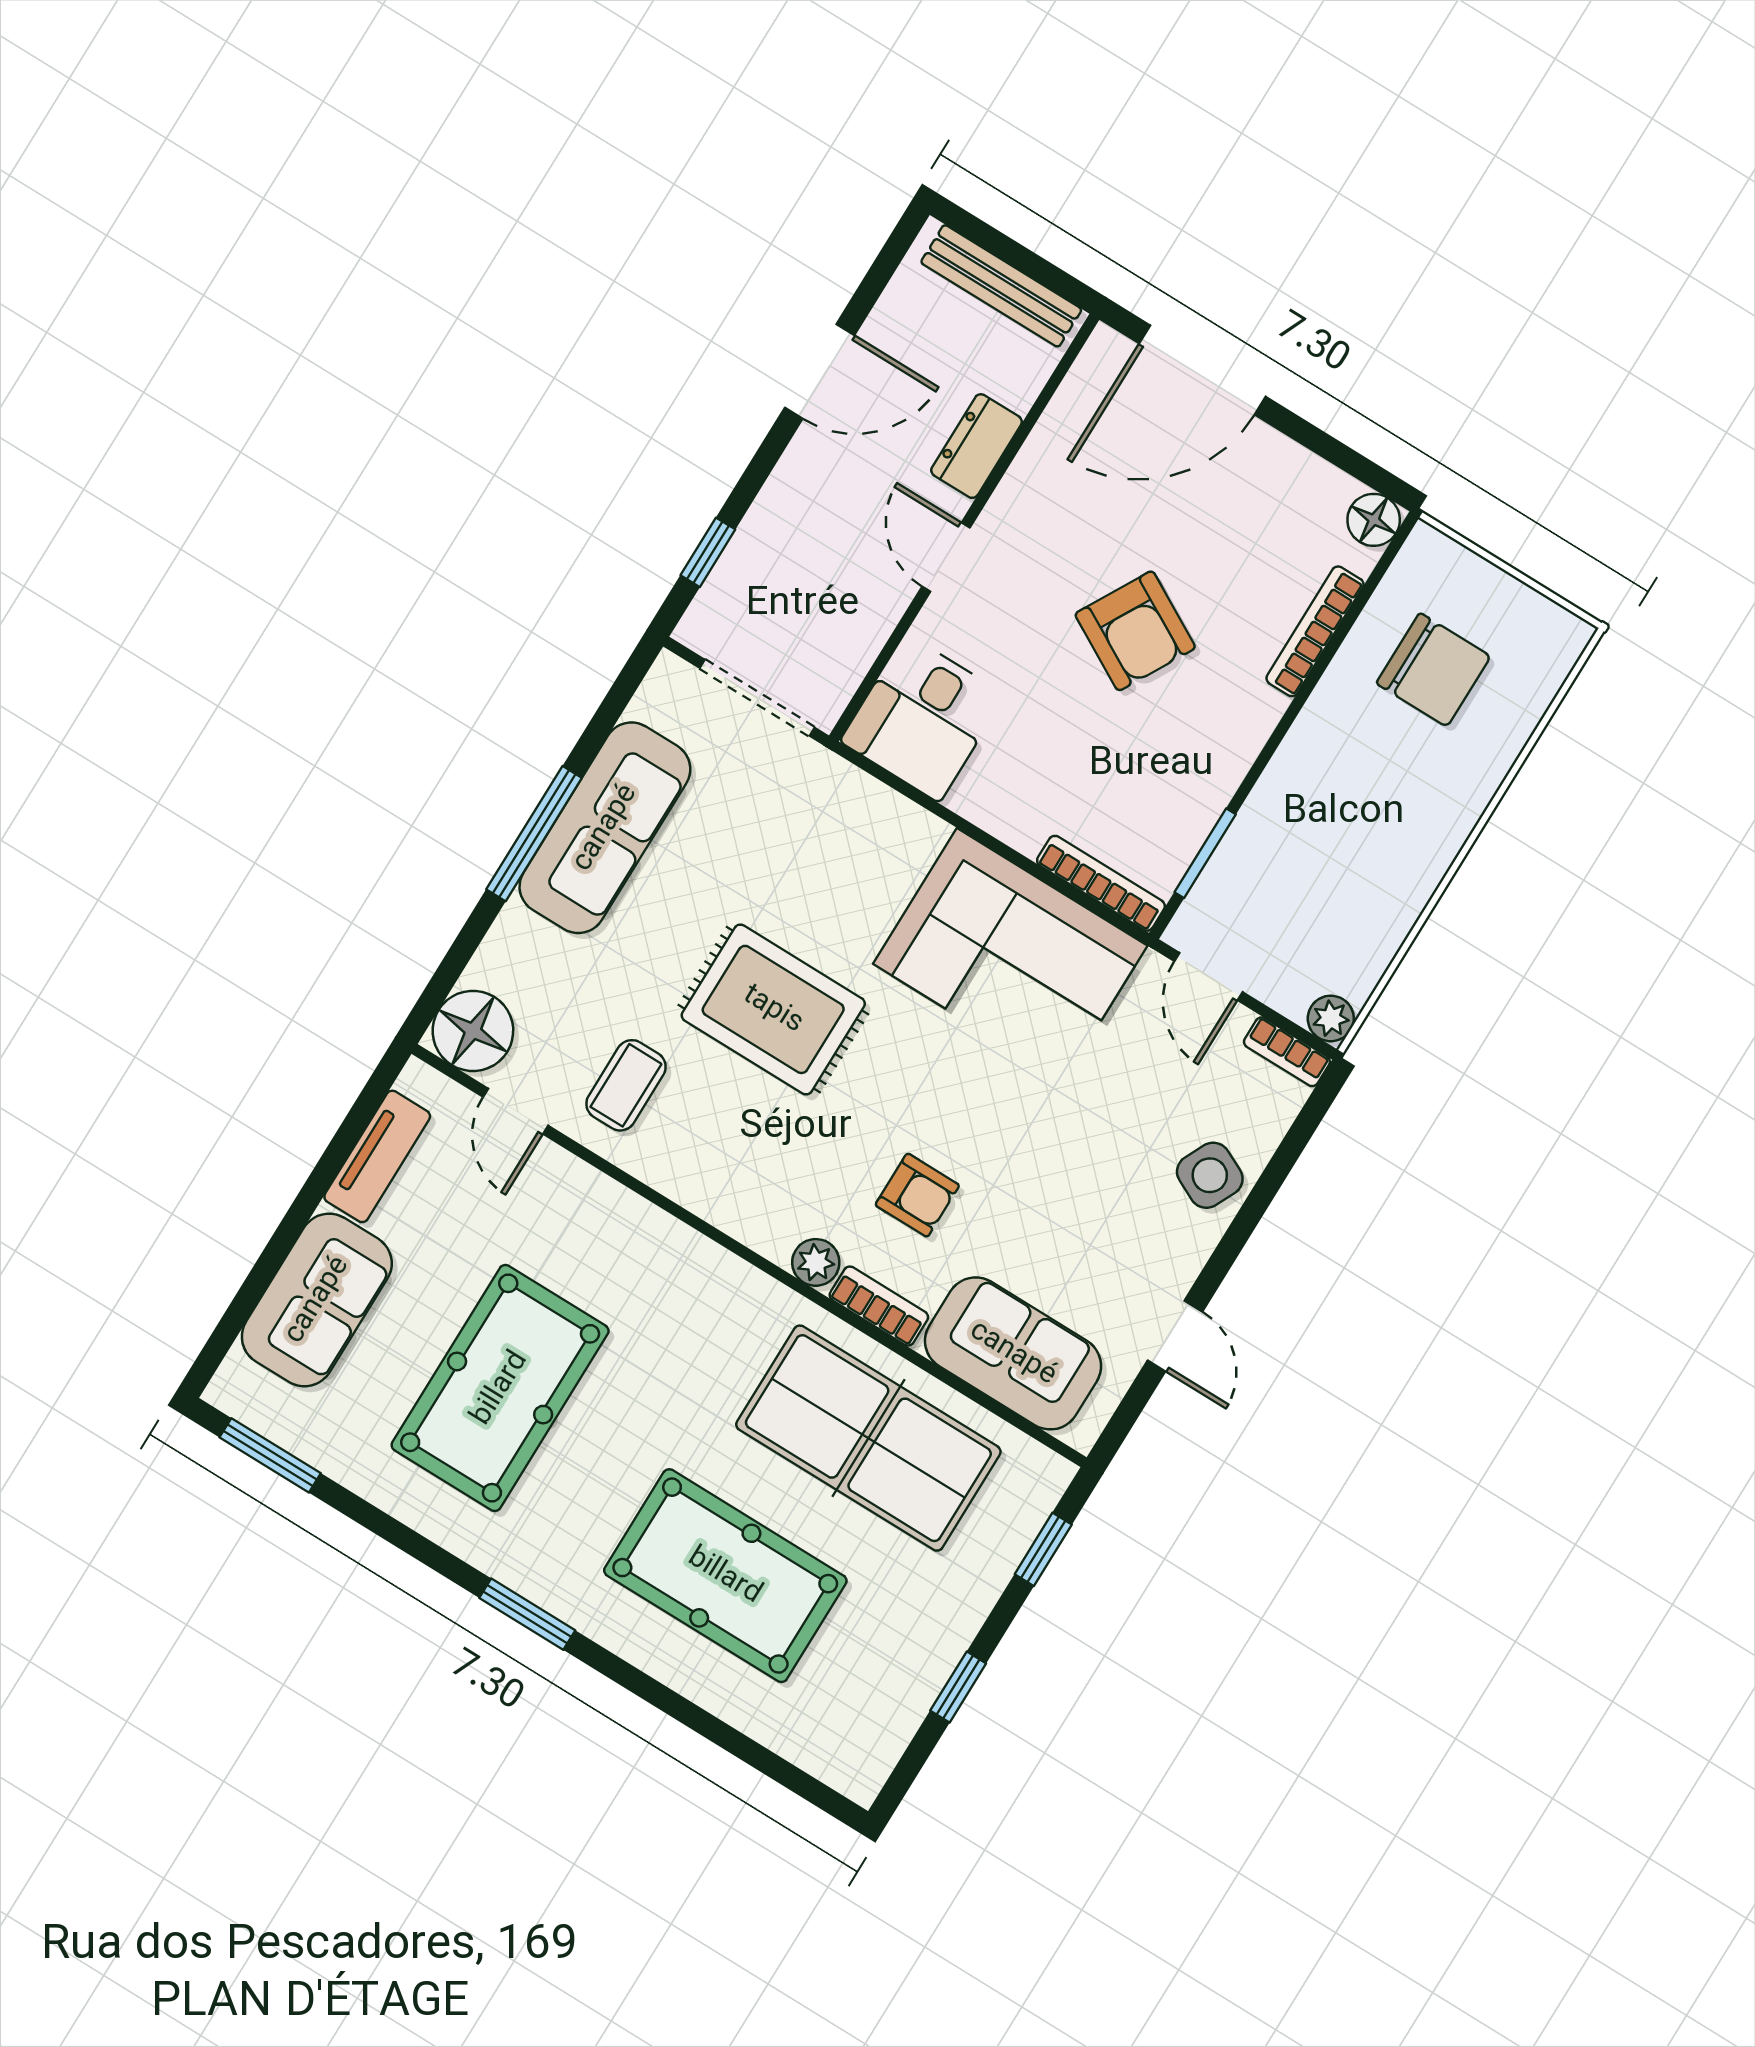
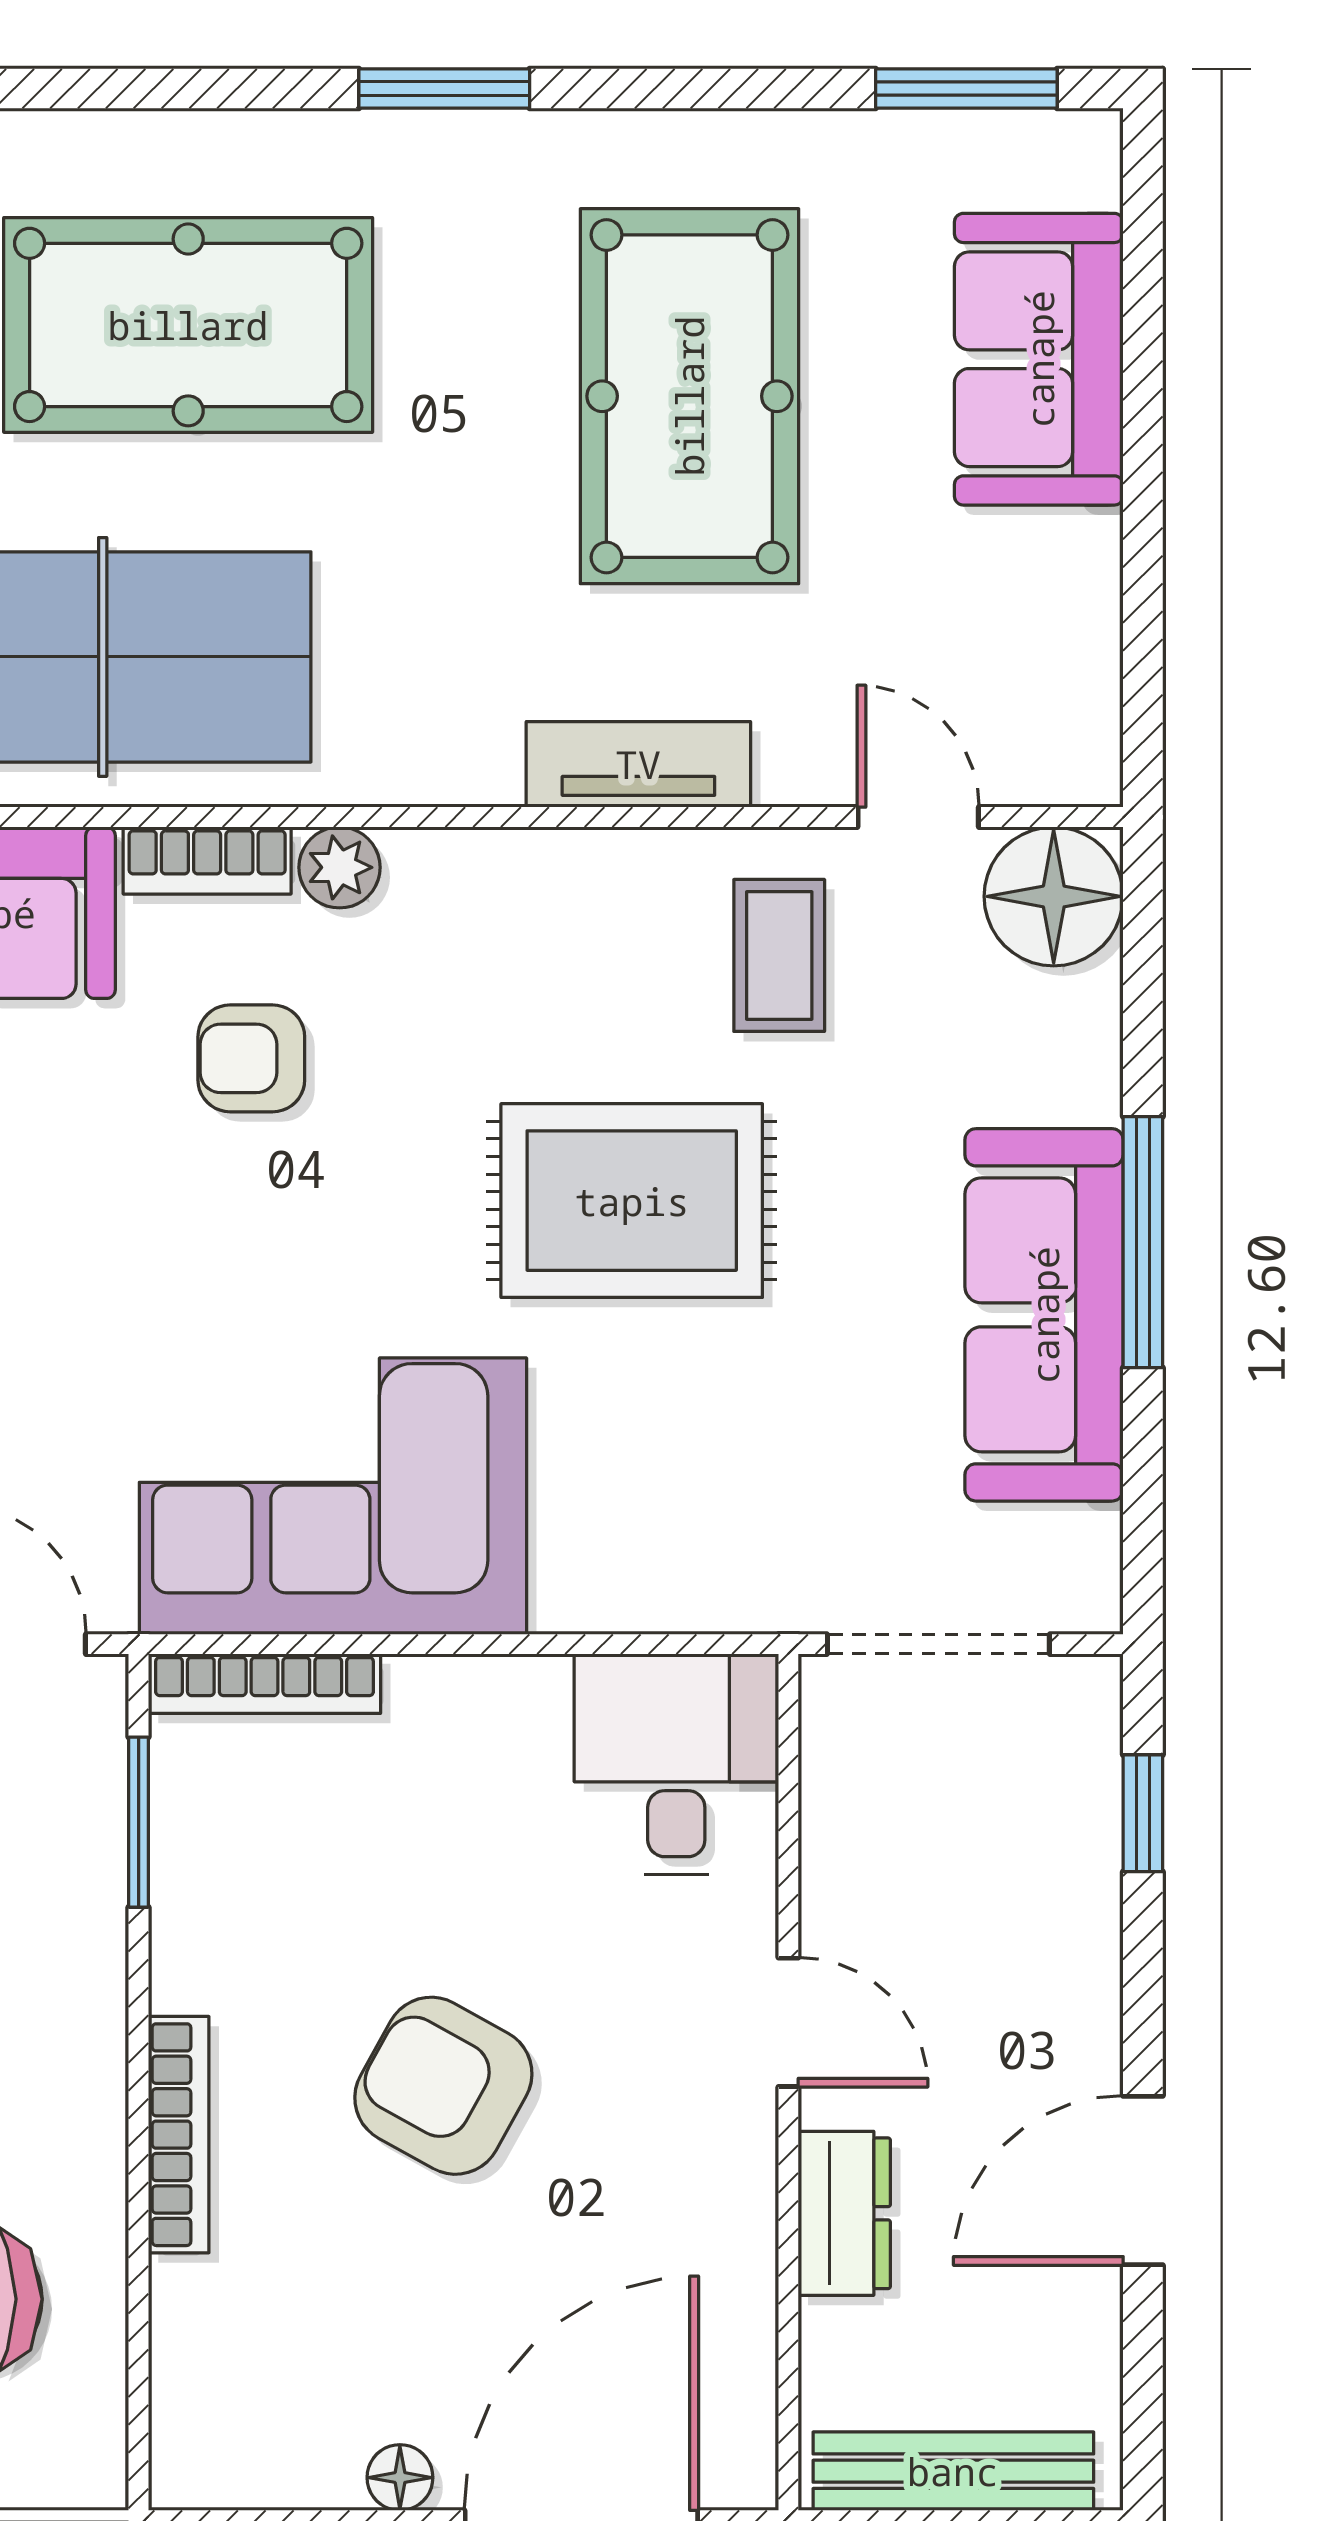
floor lamp: (1374, 520) -> (400, 2478), moved, width x0.73, depth x0.73
bookcase: (1315, 631) -> (179, 2135), moved
tv unit: (377, 1156) -> (638, 764), moved, turned 90

